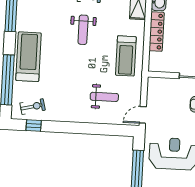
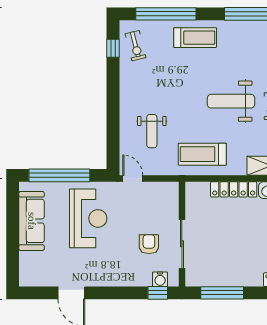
weight bench: (83, 30) -> (231, 101), width x1.36, depth x1.33
treadmill: (29, 57) -> (195, 38), width x0.73, depth x0.73

